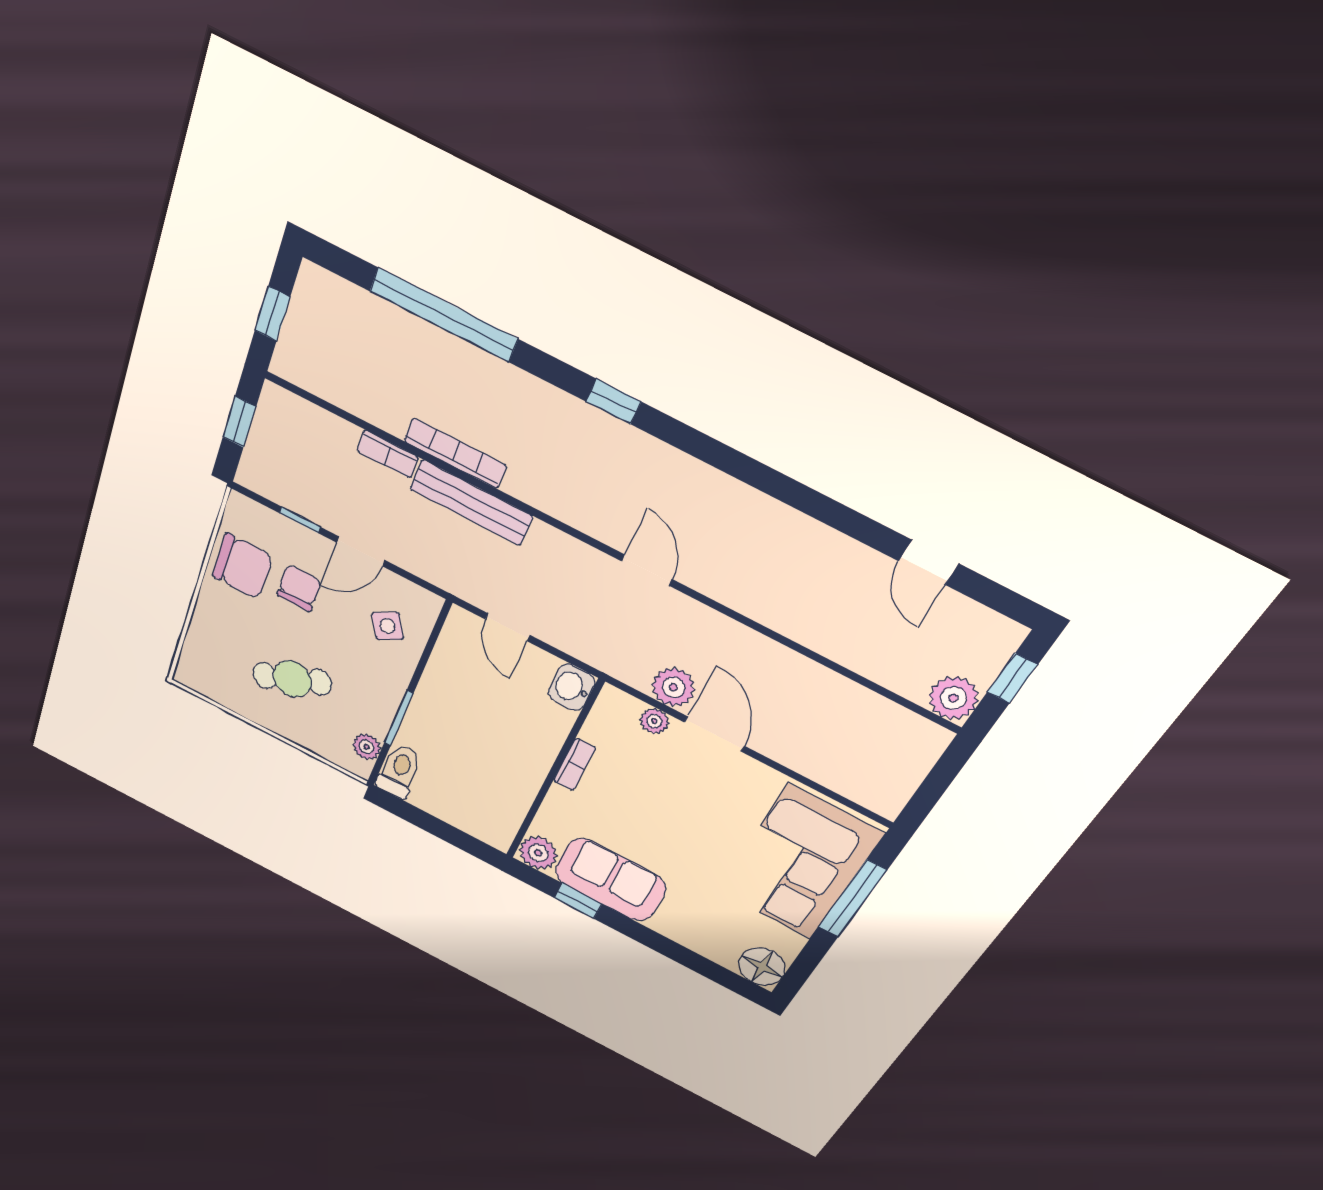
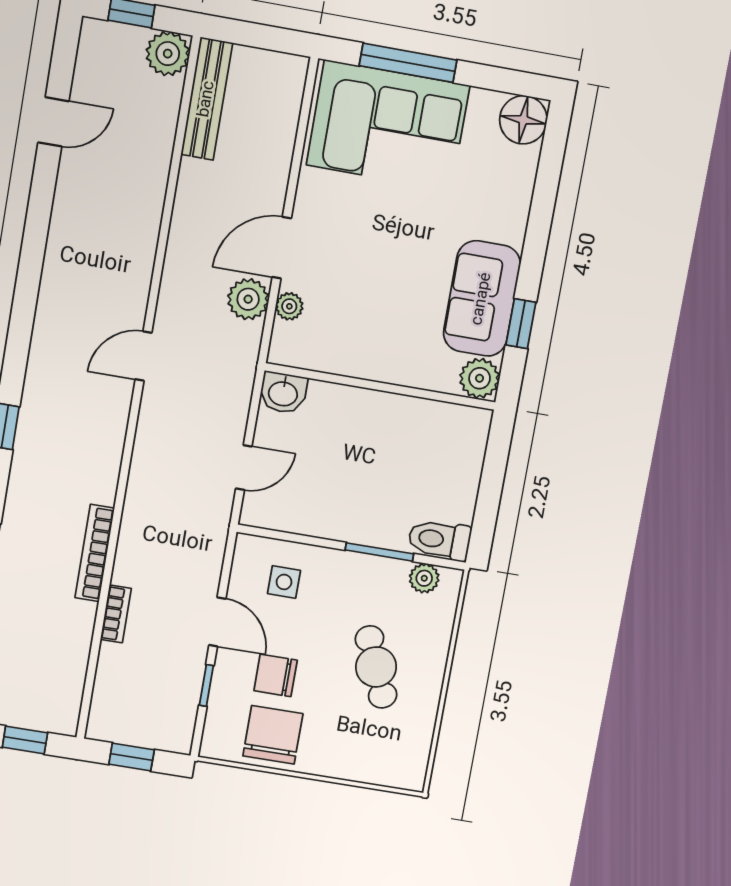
bench: (471, 503) -> (207, 99), moved
side table: (388, 626) -> (284, 582), turned 30
bookcase: (574, 764) -> (364, 368), removed

